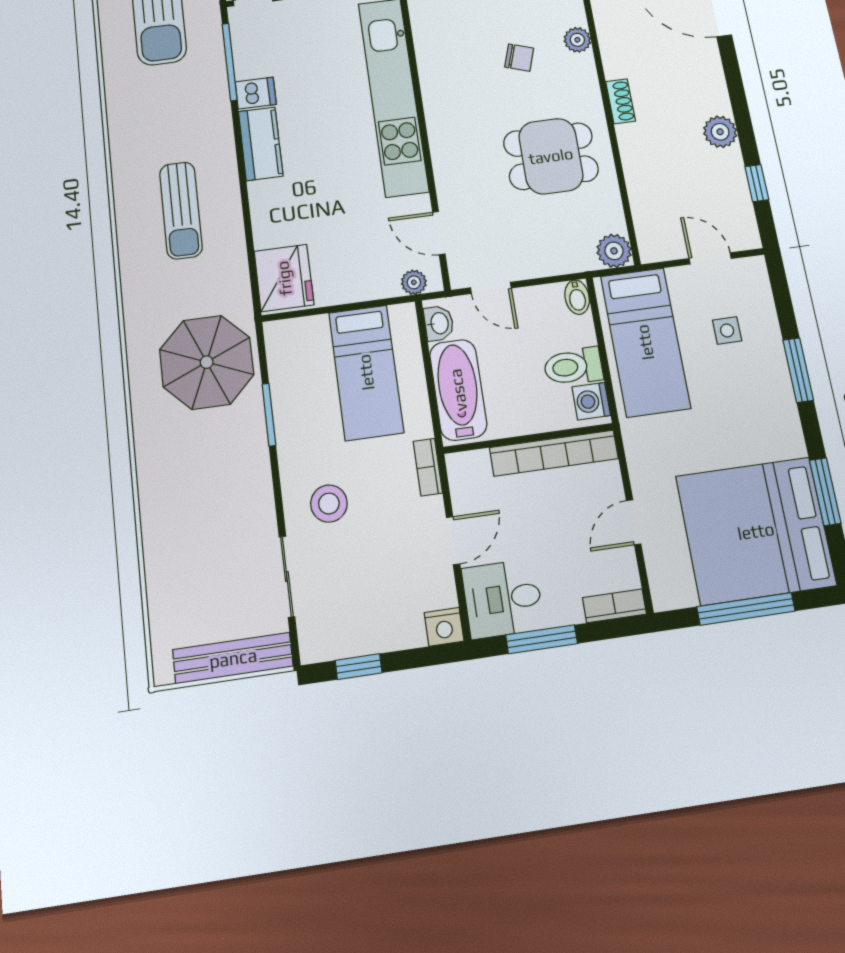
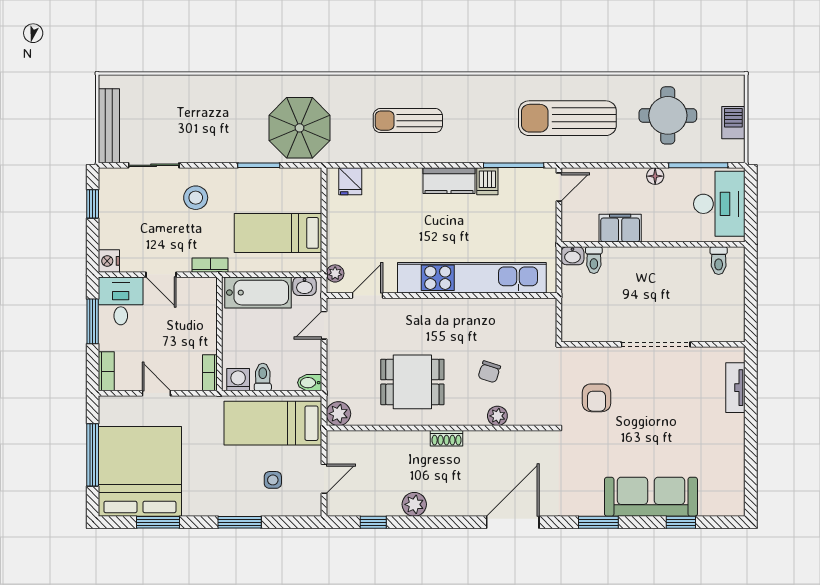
dining table: (551, 156) -> (412, 382), turned 90
fridge: (284, 278) -> (350, 181), width x0.53, depth x0.75
toilet: (573, 367) -> (263, 377), width x0.73, depth x0.72
bookcase: (554, 453) -> (210, 373), width x0.43, depth x0.76

